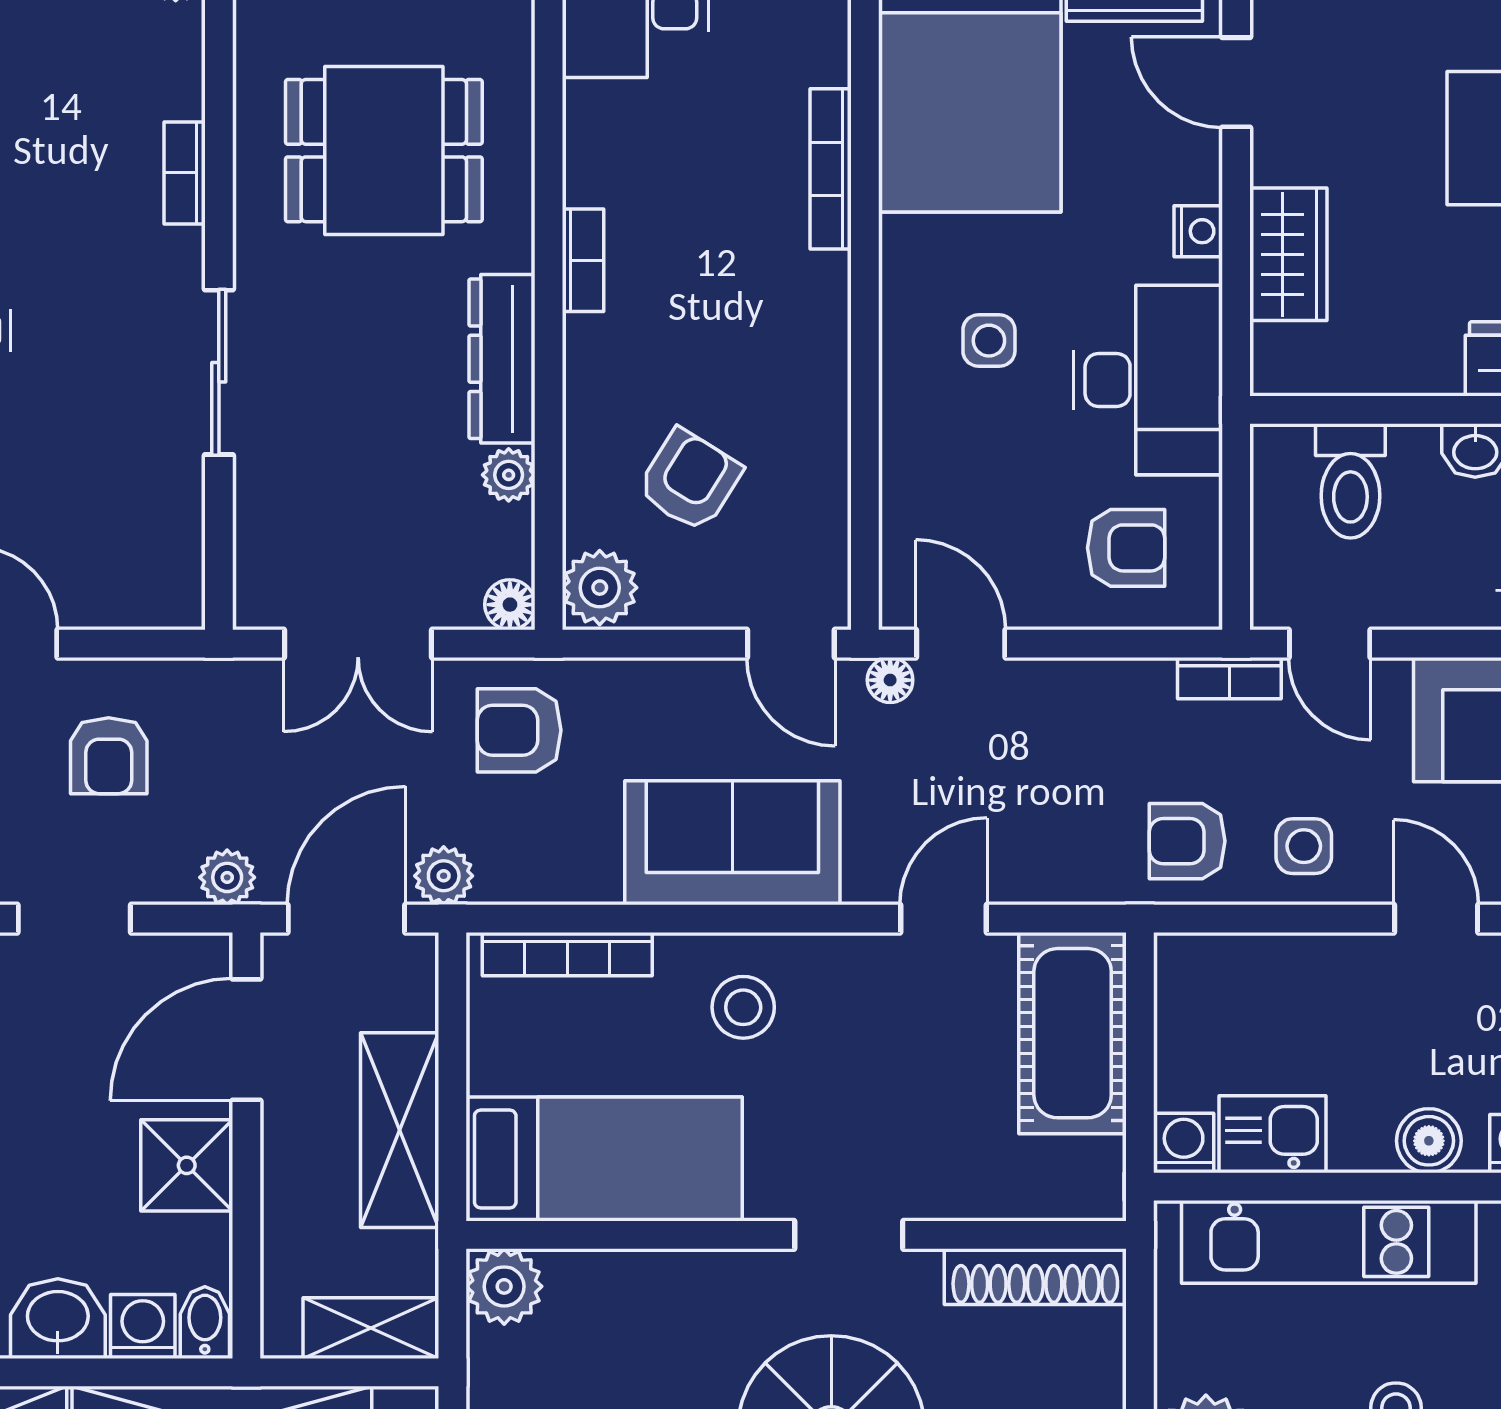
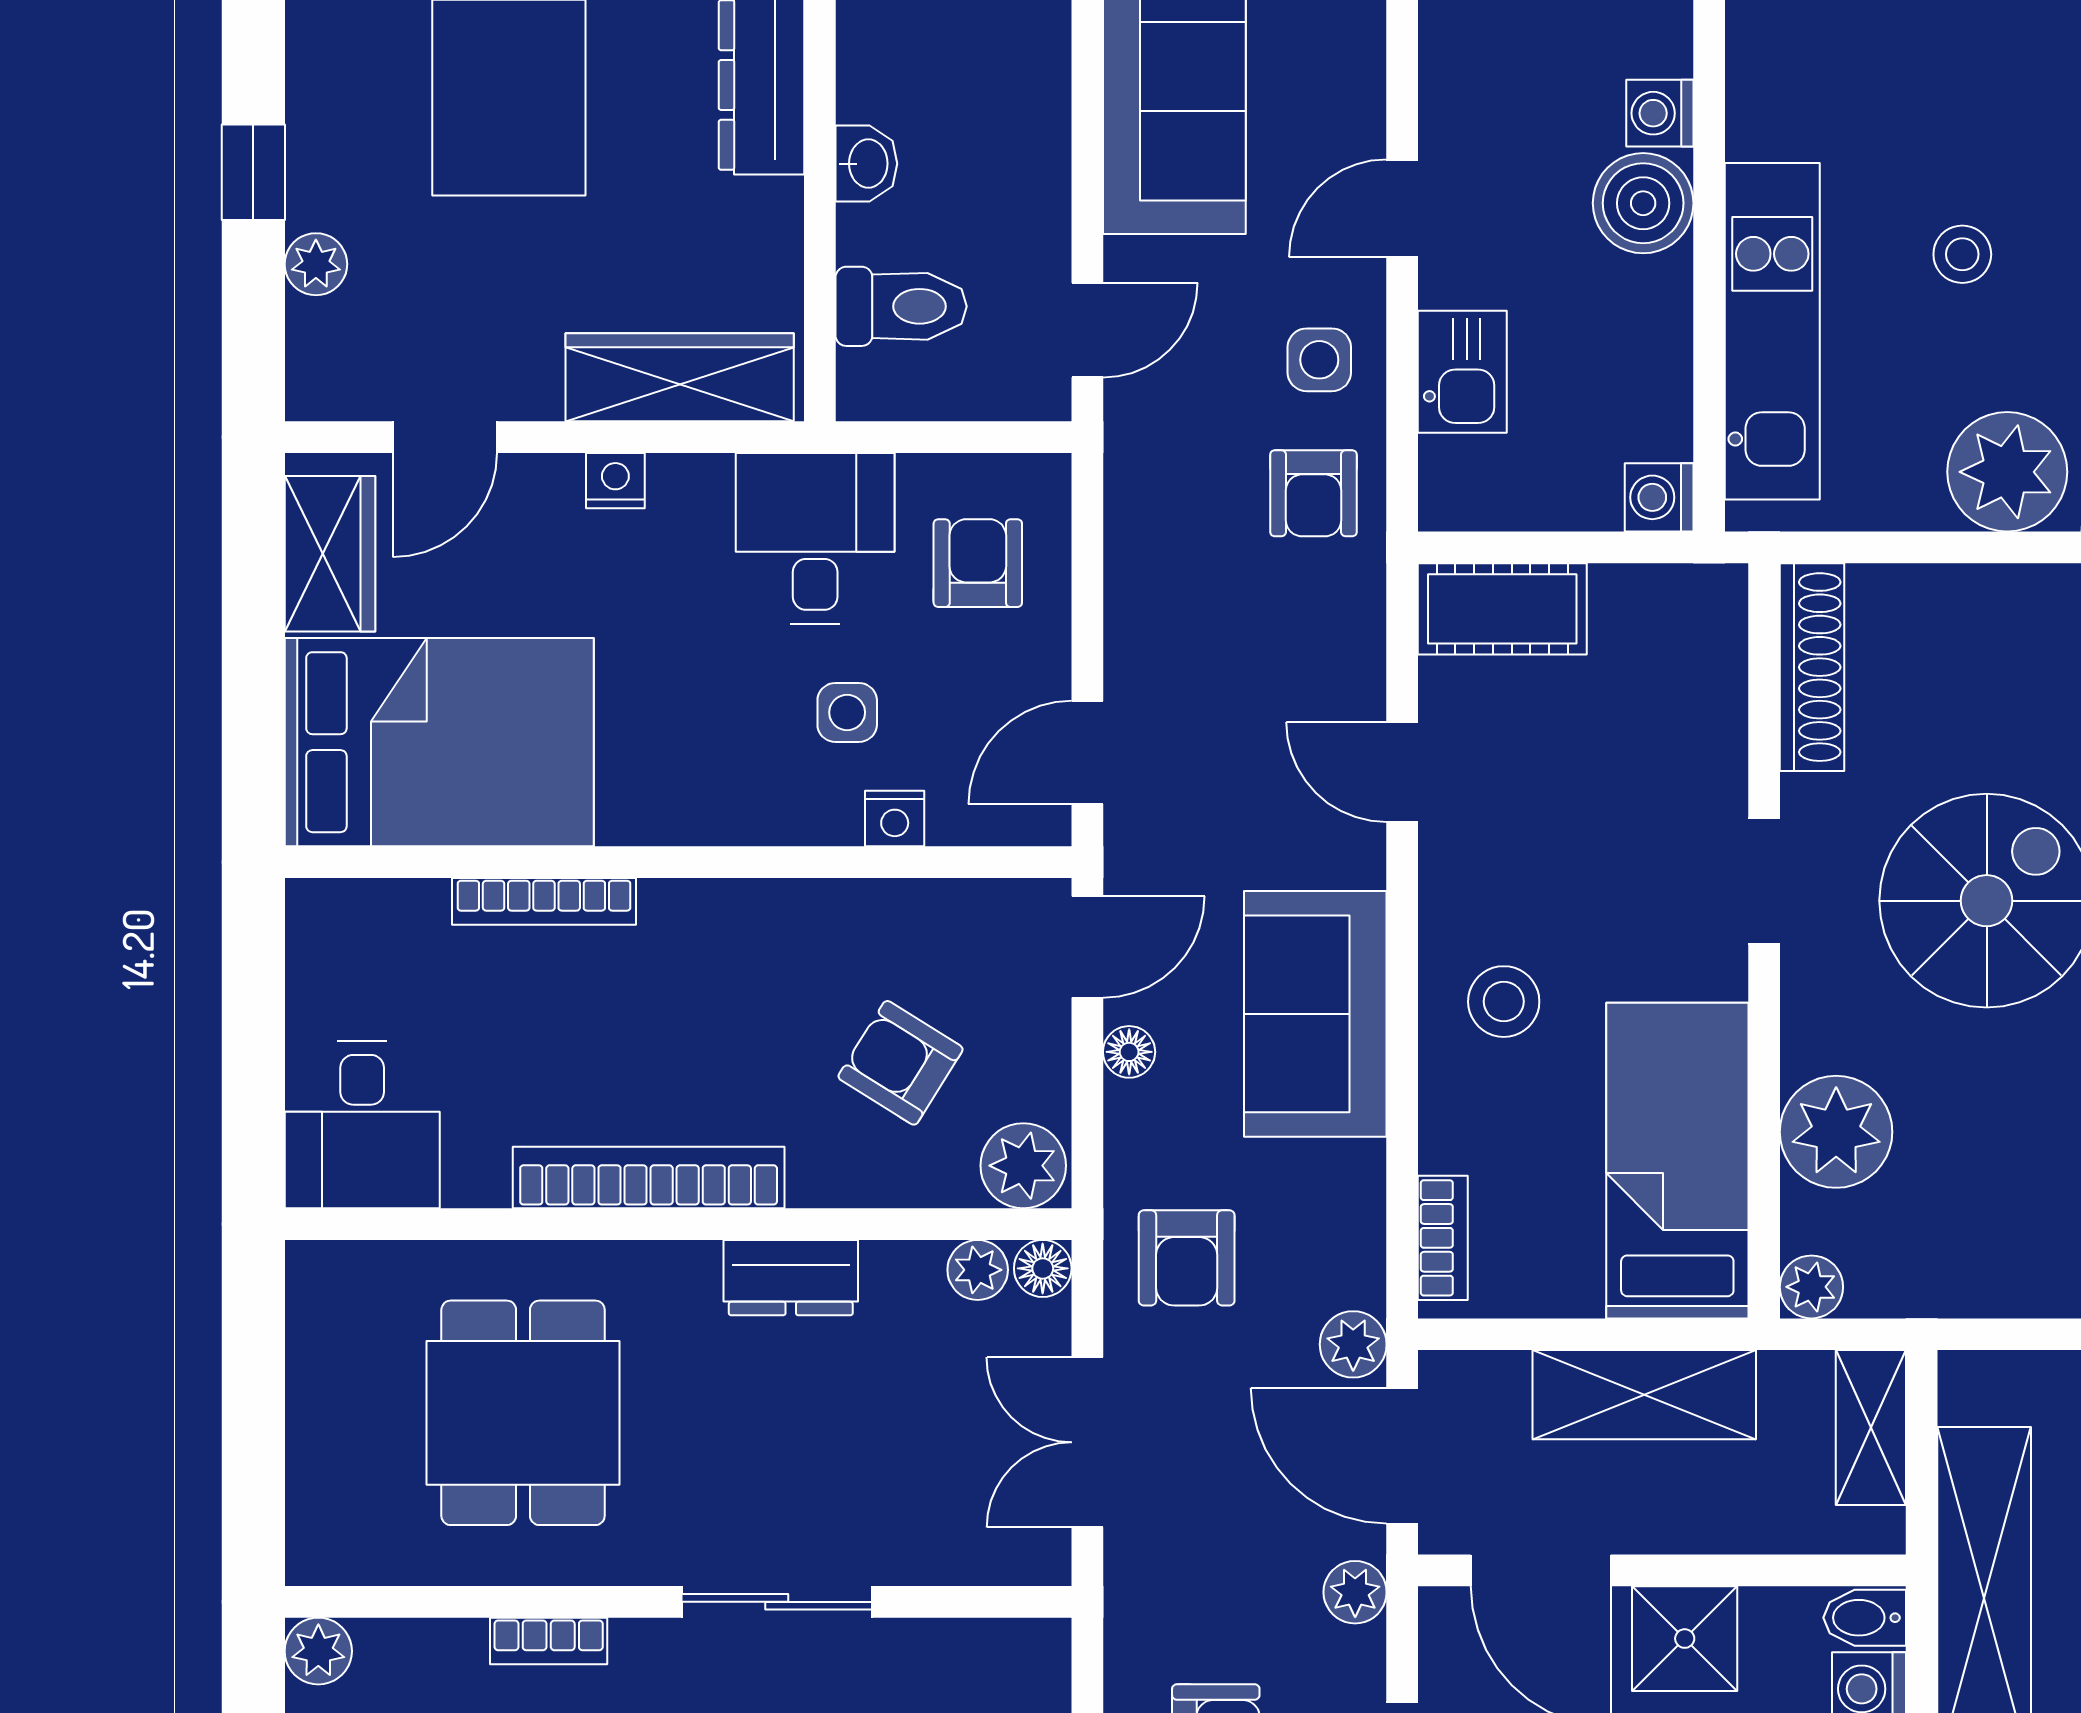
wardrobe: (1288, 254) -> (680, 377), width x1.50
bookcase: (583, 260) -> (649, 1178), width x2.31, depth x1.31
side table: (989, 341) -> (847, 712), moved
dresser: (502, 359) -> (791, 1278), width x0.70
desk: (1148, 380) -> (815, 538), width x0.73
plant: (509, 475) -> (978, 1270), moved
nightstand: (903, 475) -> (895, 818), added
double door: (358, 644) -> (1087, 1442), swing flipped
bookcase: (1229, 678) -> (1127, 445), removed
floor lamp: (890, 680) -> (1129, 1052), moved
bookcase: (567, 954) -> (1443, 1238), width x0.64
cot: (1073, 1033) -> (1502, 609), width x0.73, depth x0.75
kitchen sink: (1272, 1134) -> (1462, 372), moved, turned 180
boiler: (1429, 1141) -> (1643, 203), width x1.36, depth x1.36
plant: (504, 1286) -> (1811, 1287), width x0.73, depth x0.73
plant: (629, 1298) -> (1836, 1132), added

